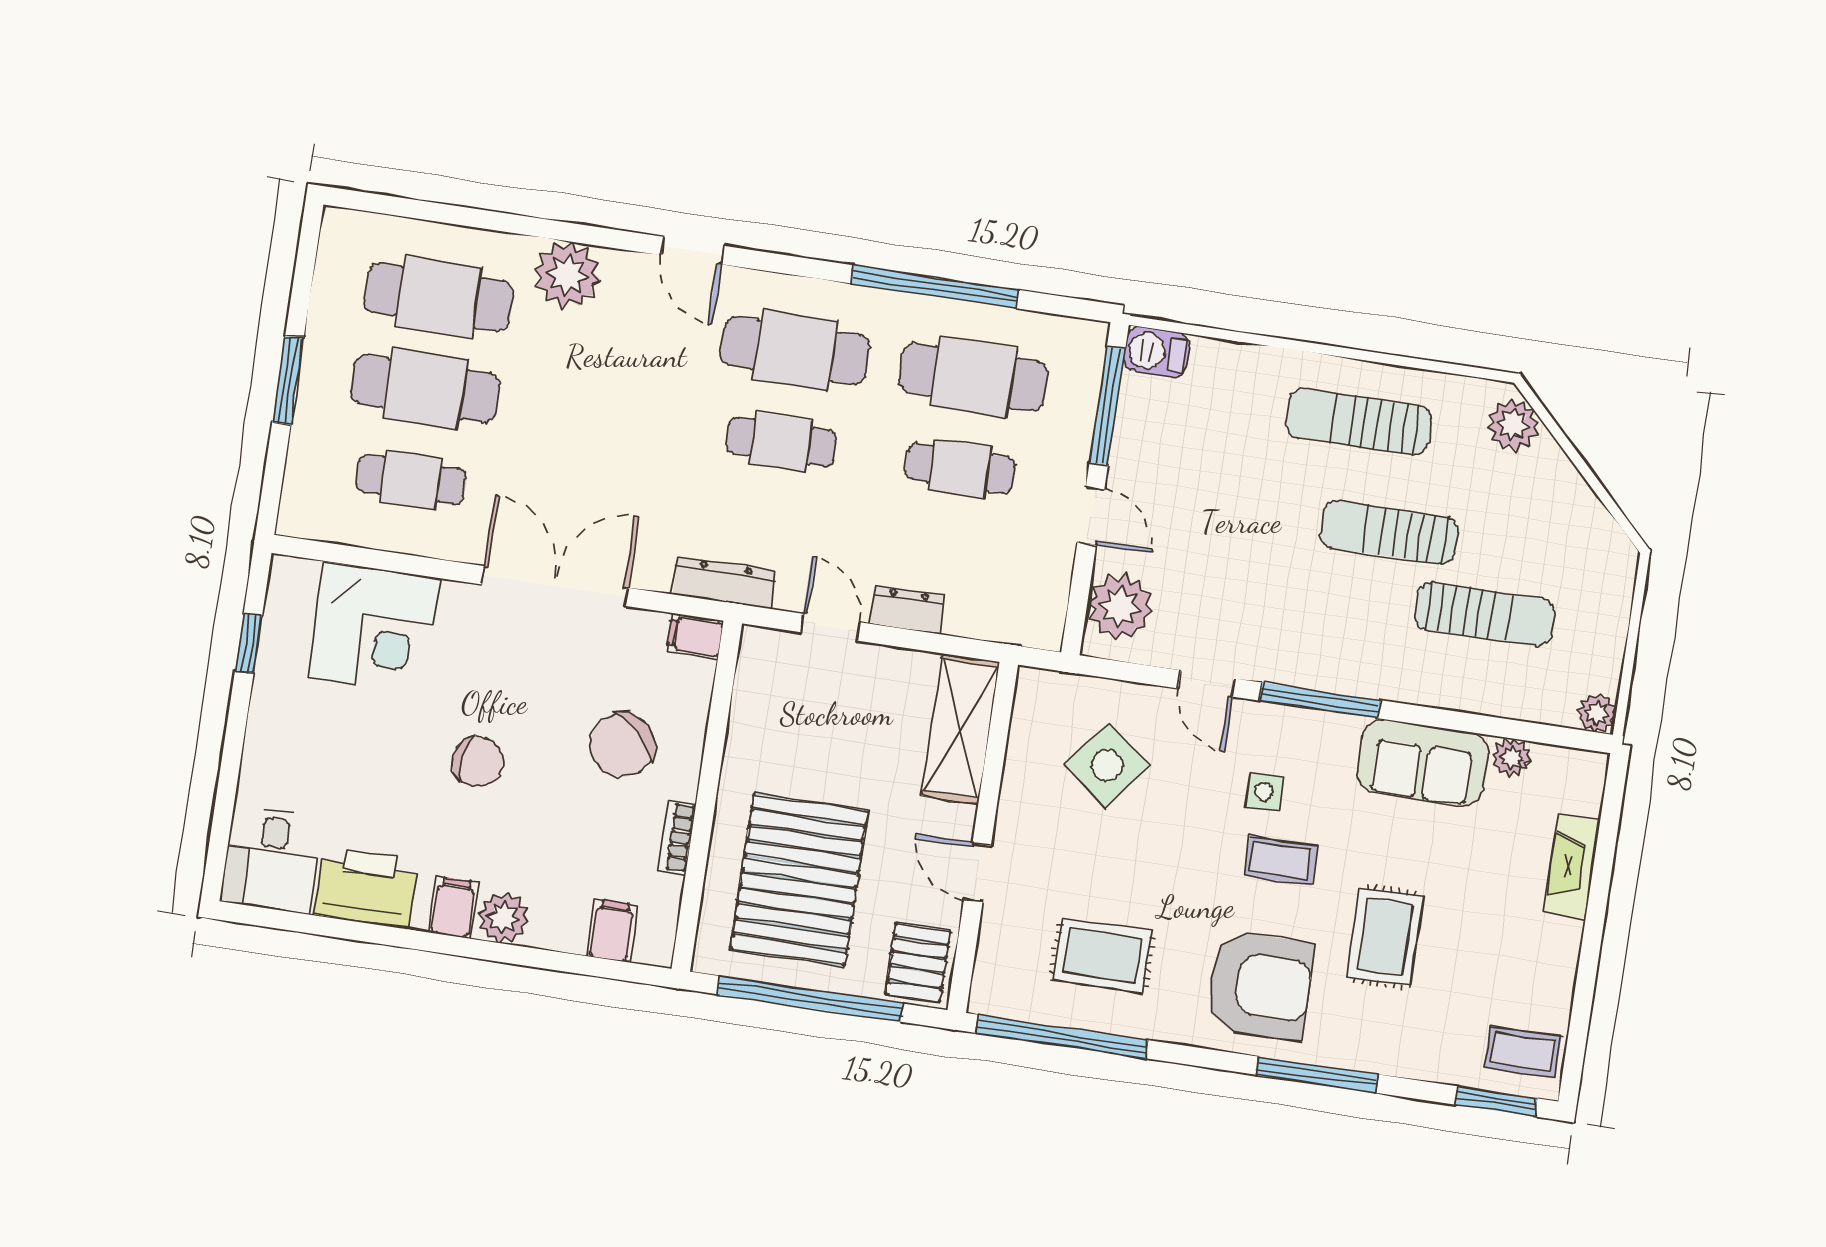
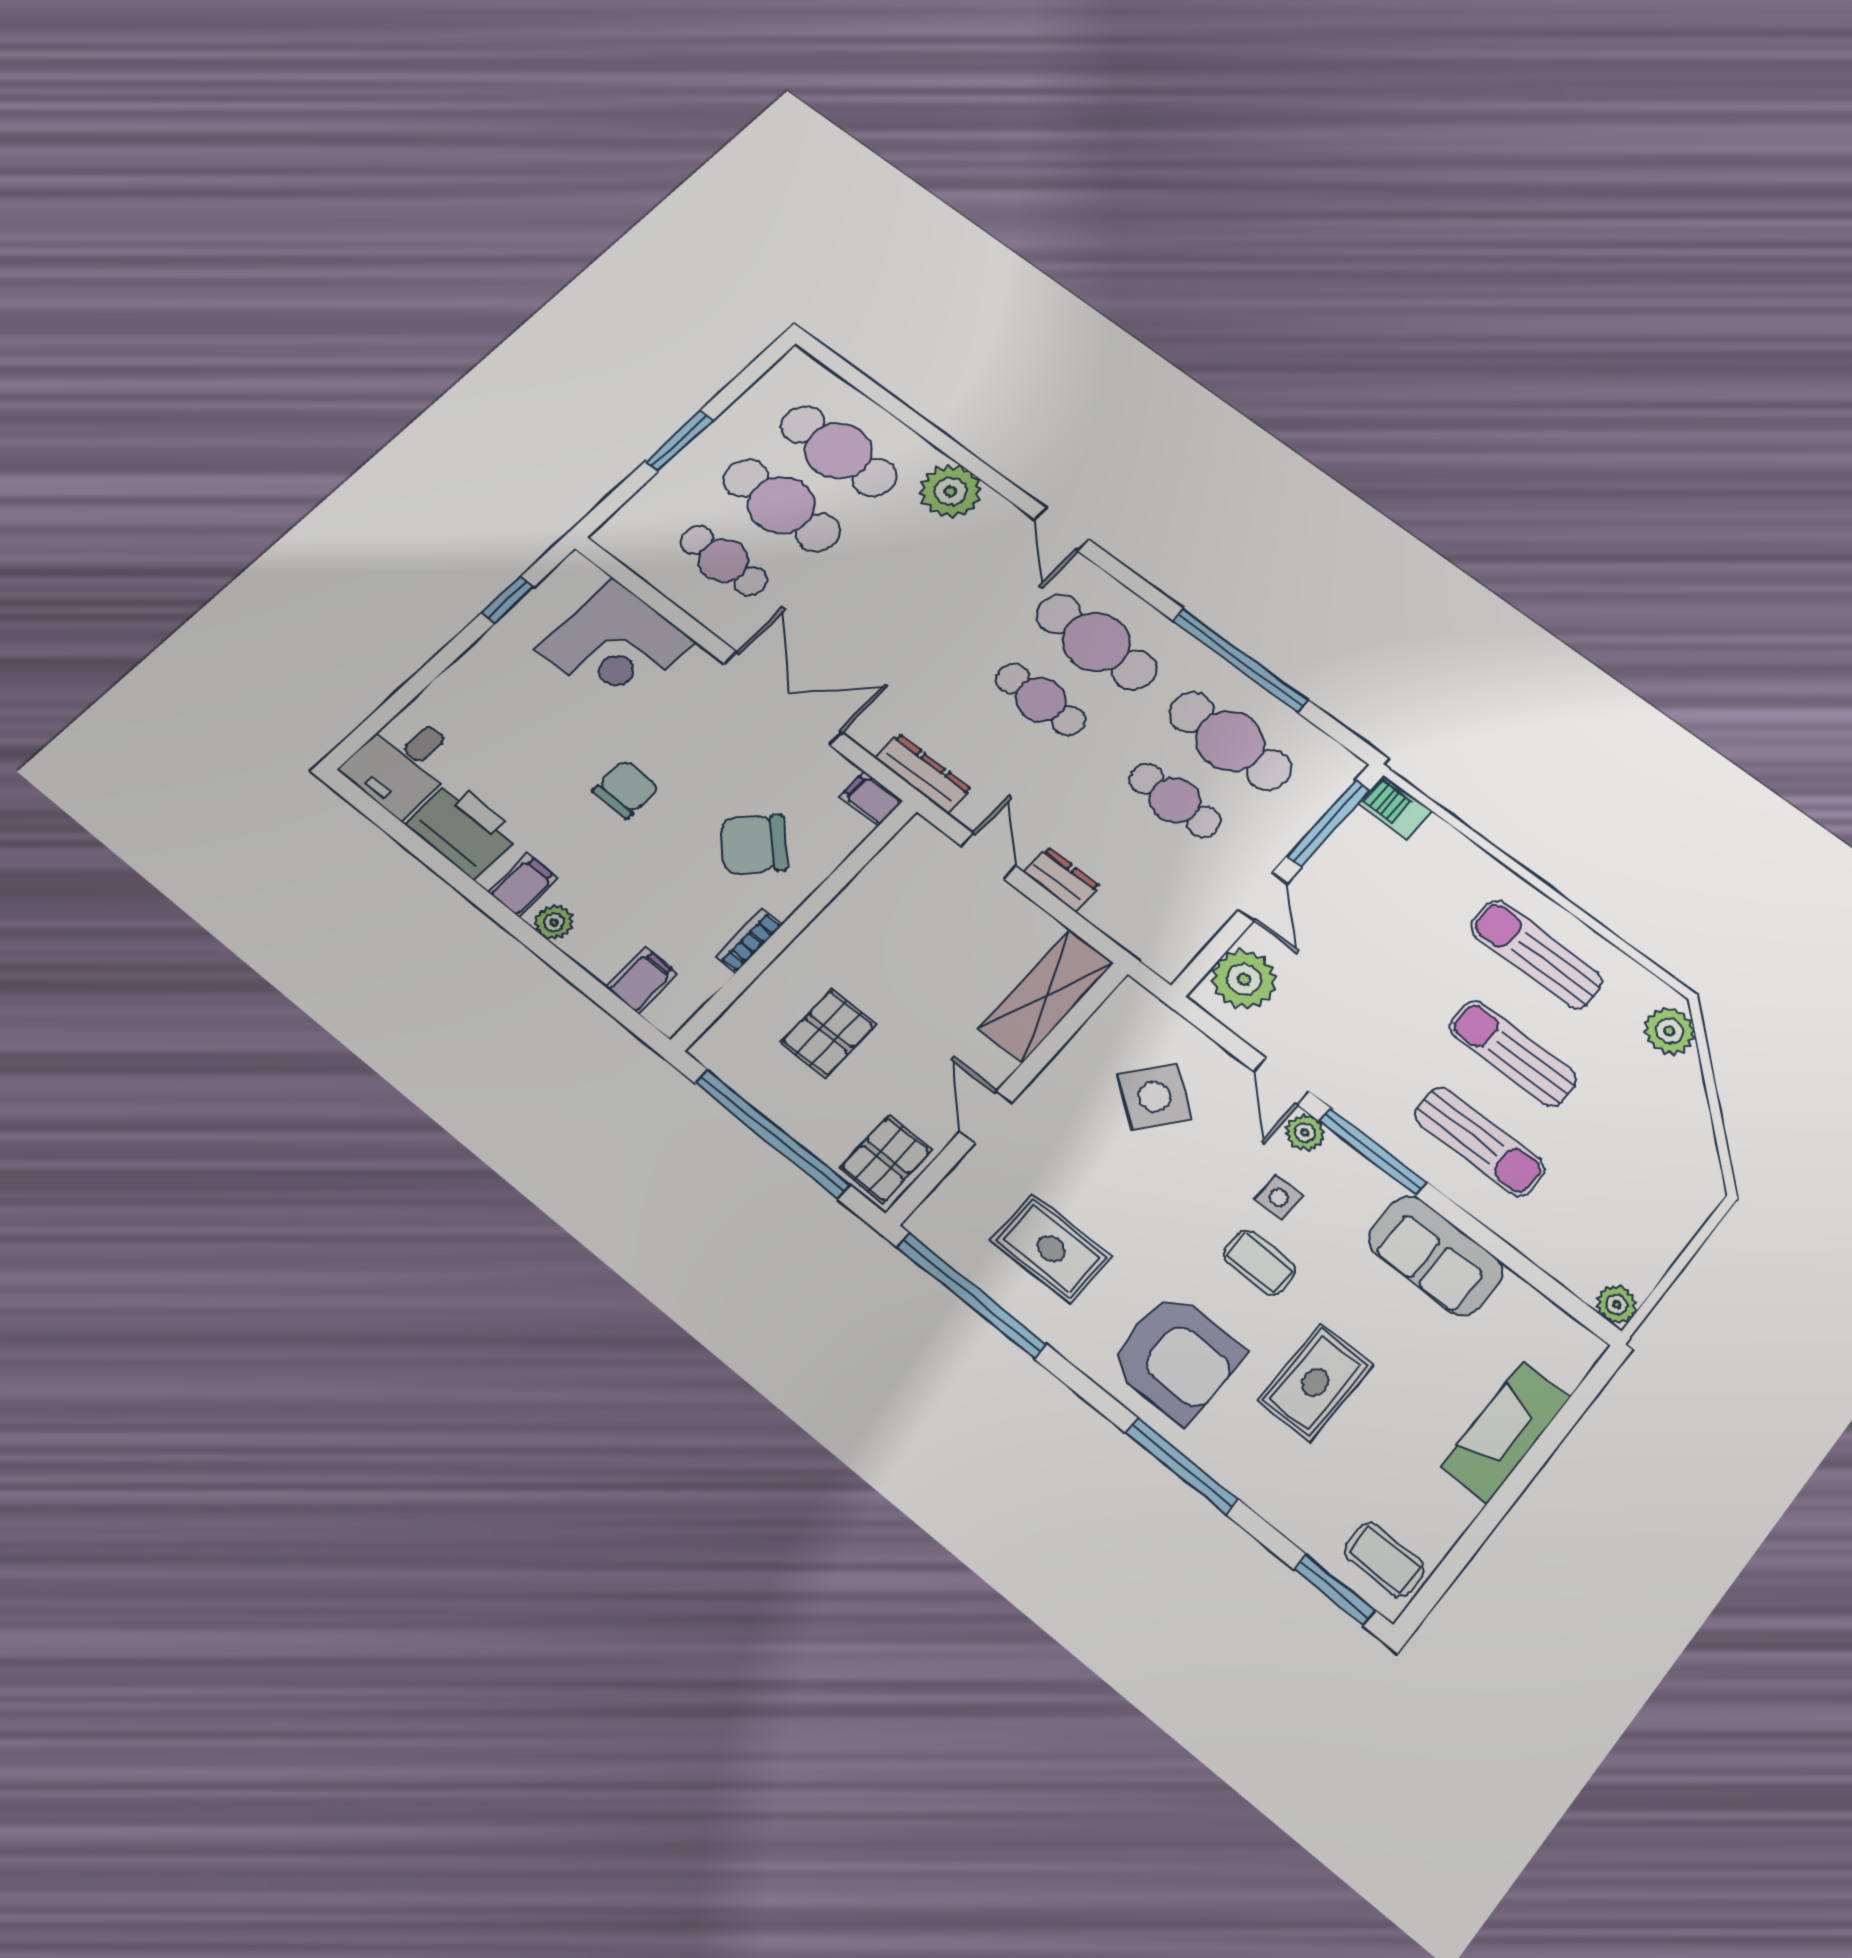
sun lounger: (1484, 614) -> (1480, 1142), moved
plant: (1512, 758) -> (1305, 1133), moved
chair: (478, 762) -> (626, 789), turned -100
fireplace: (1572, 866) -> (1505, 1432), width x1.37, depth x1.32
pallet: (799, 880) -> (829, 1033), width x0.49, depth x0.50
plant: (503, 918) -> (554, 922), width x0.73, depth x0.73

